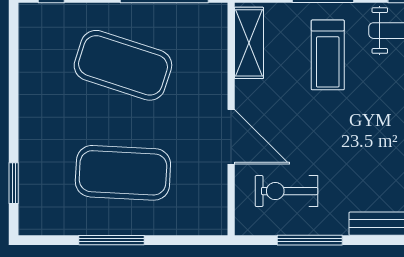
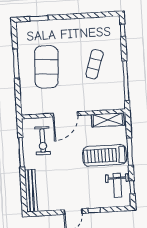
treadmill: (328, 55) -> (105, 155), width x1.37, depth x1.38
exercise mat: (123, 65) -> (95, 64), width x0.50, depth x0.69
exercise bike: (286, 191) -> (43, 141), turned 180

